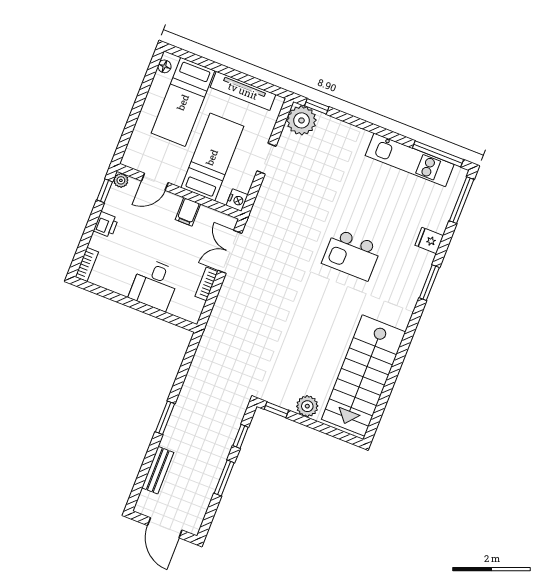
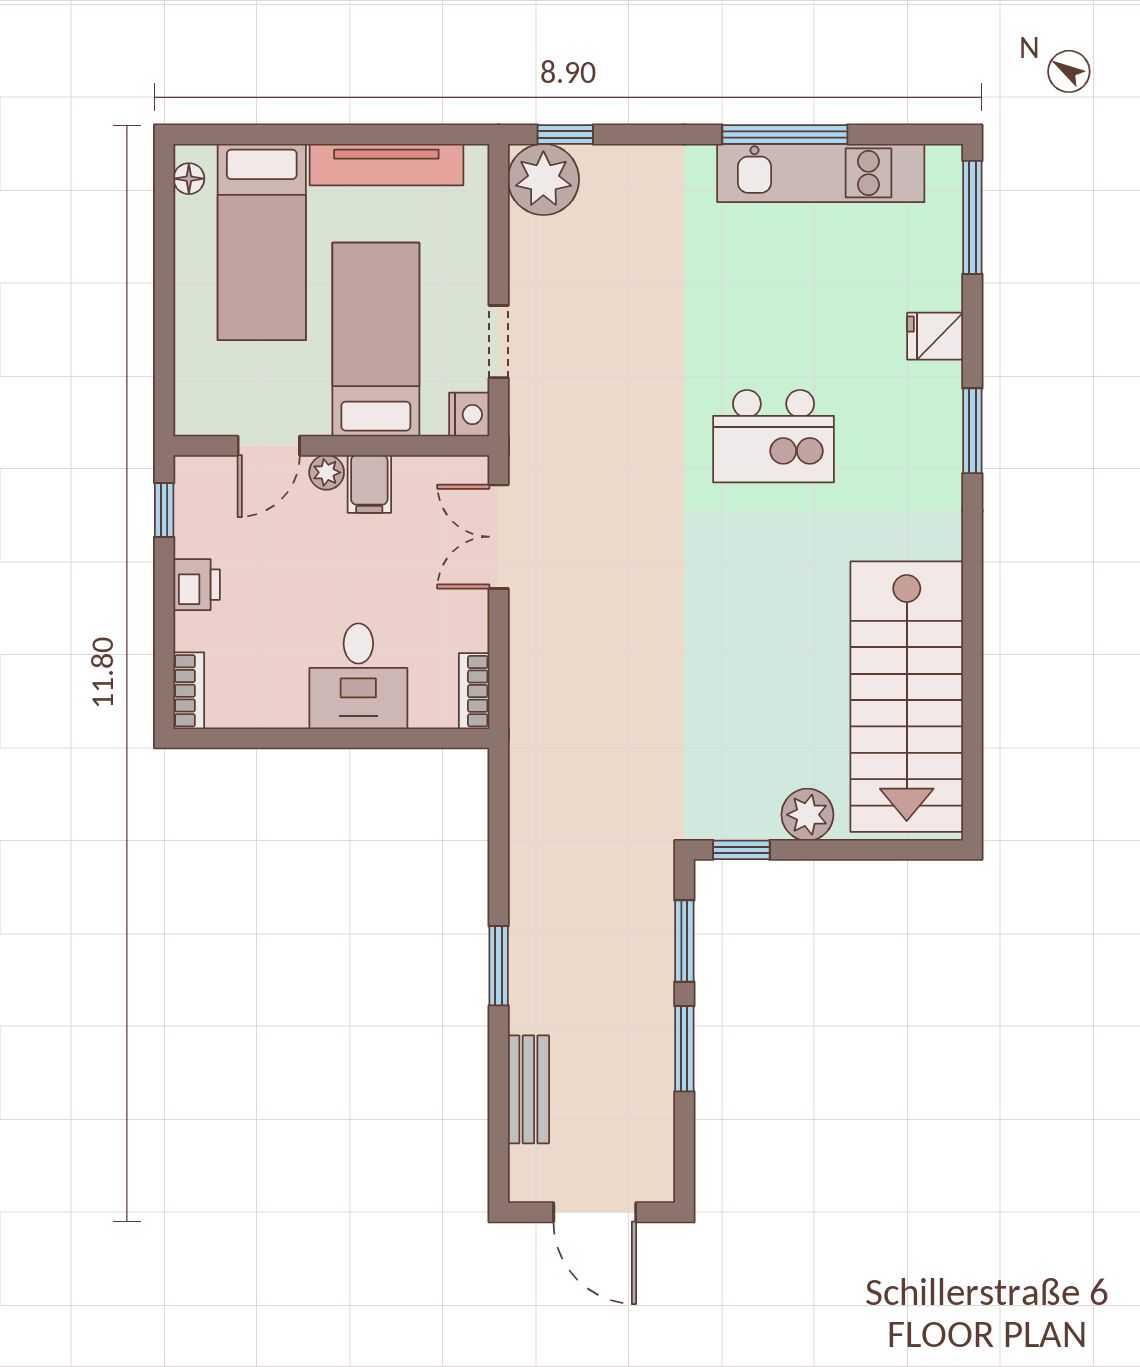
window: (438, 154) -> (785, 134), moved
doorway: (266, 159) -> (499, 342), moved
plant: (121, 180) -> (327, 472), moved
bookcase: (206, 284) -> (474, 691), moved
window: (241, 436) -> (684, 941), width x1.50

